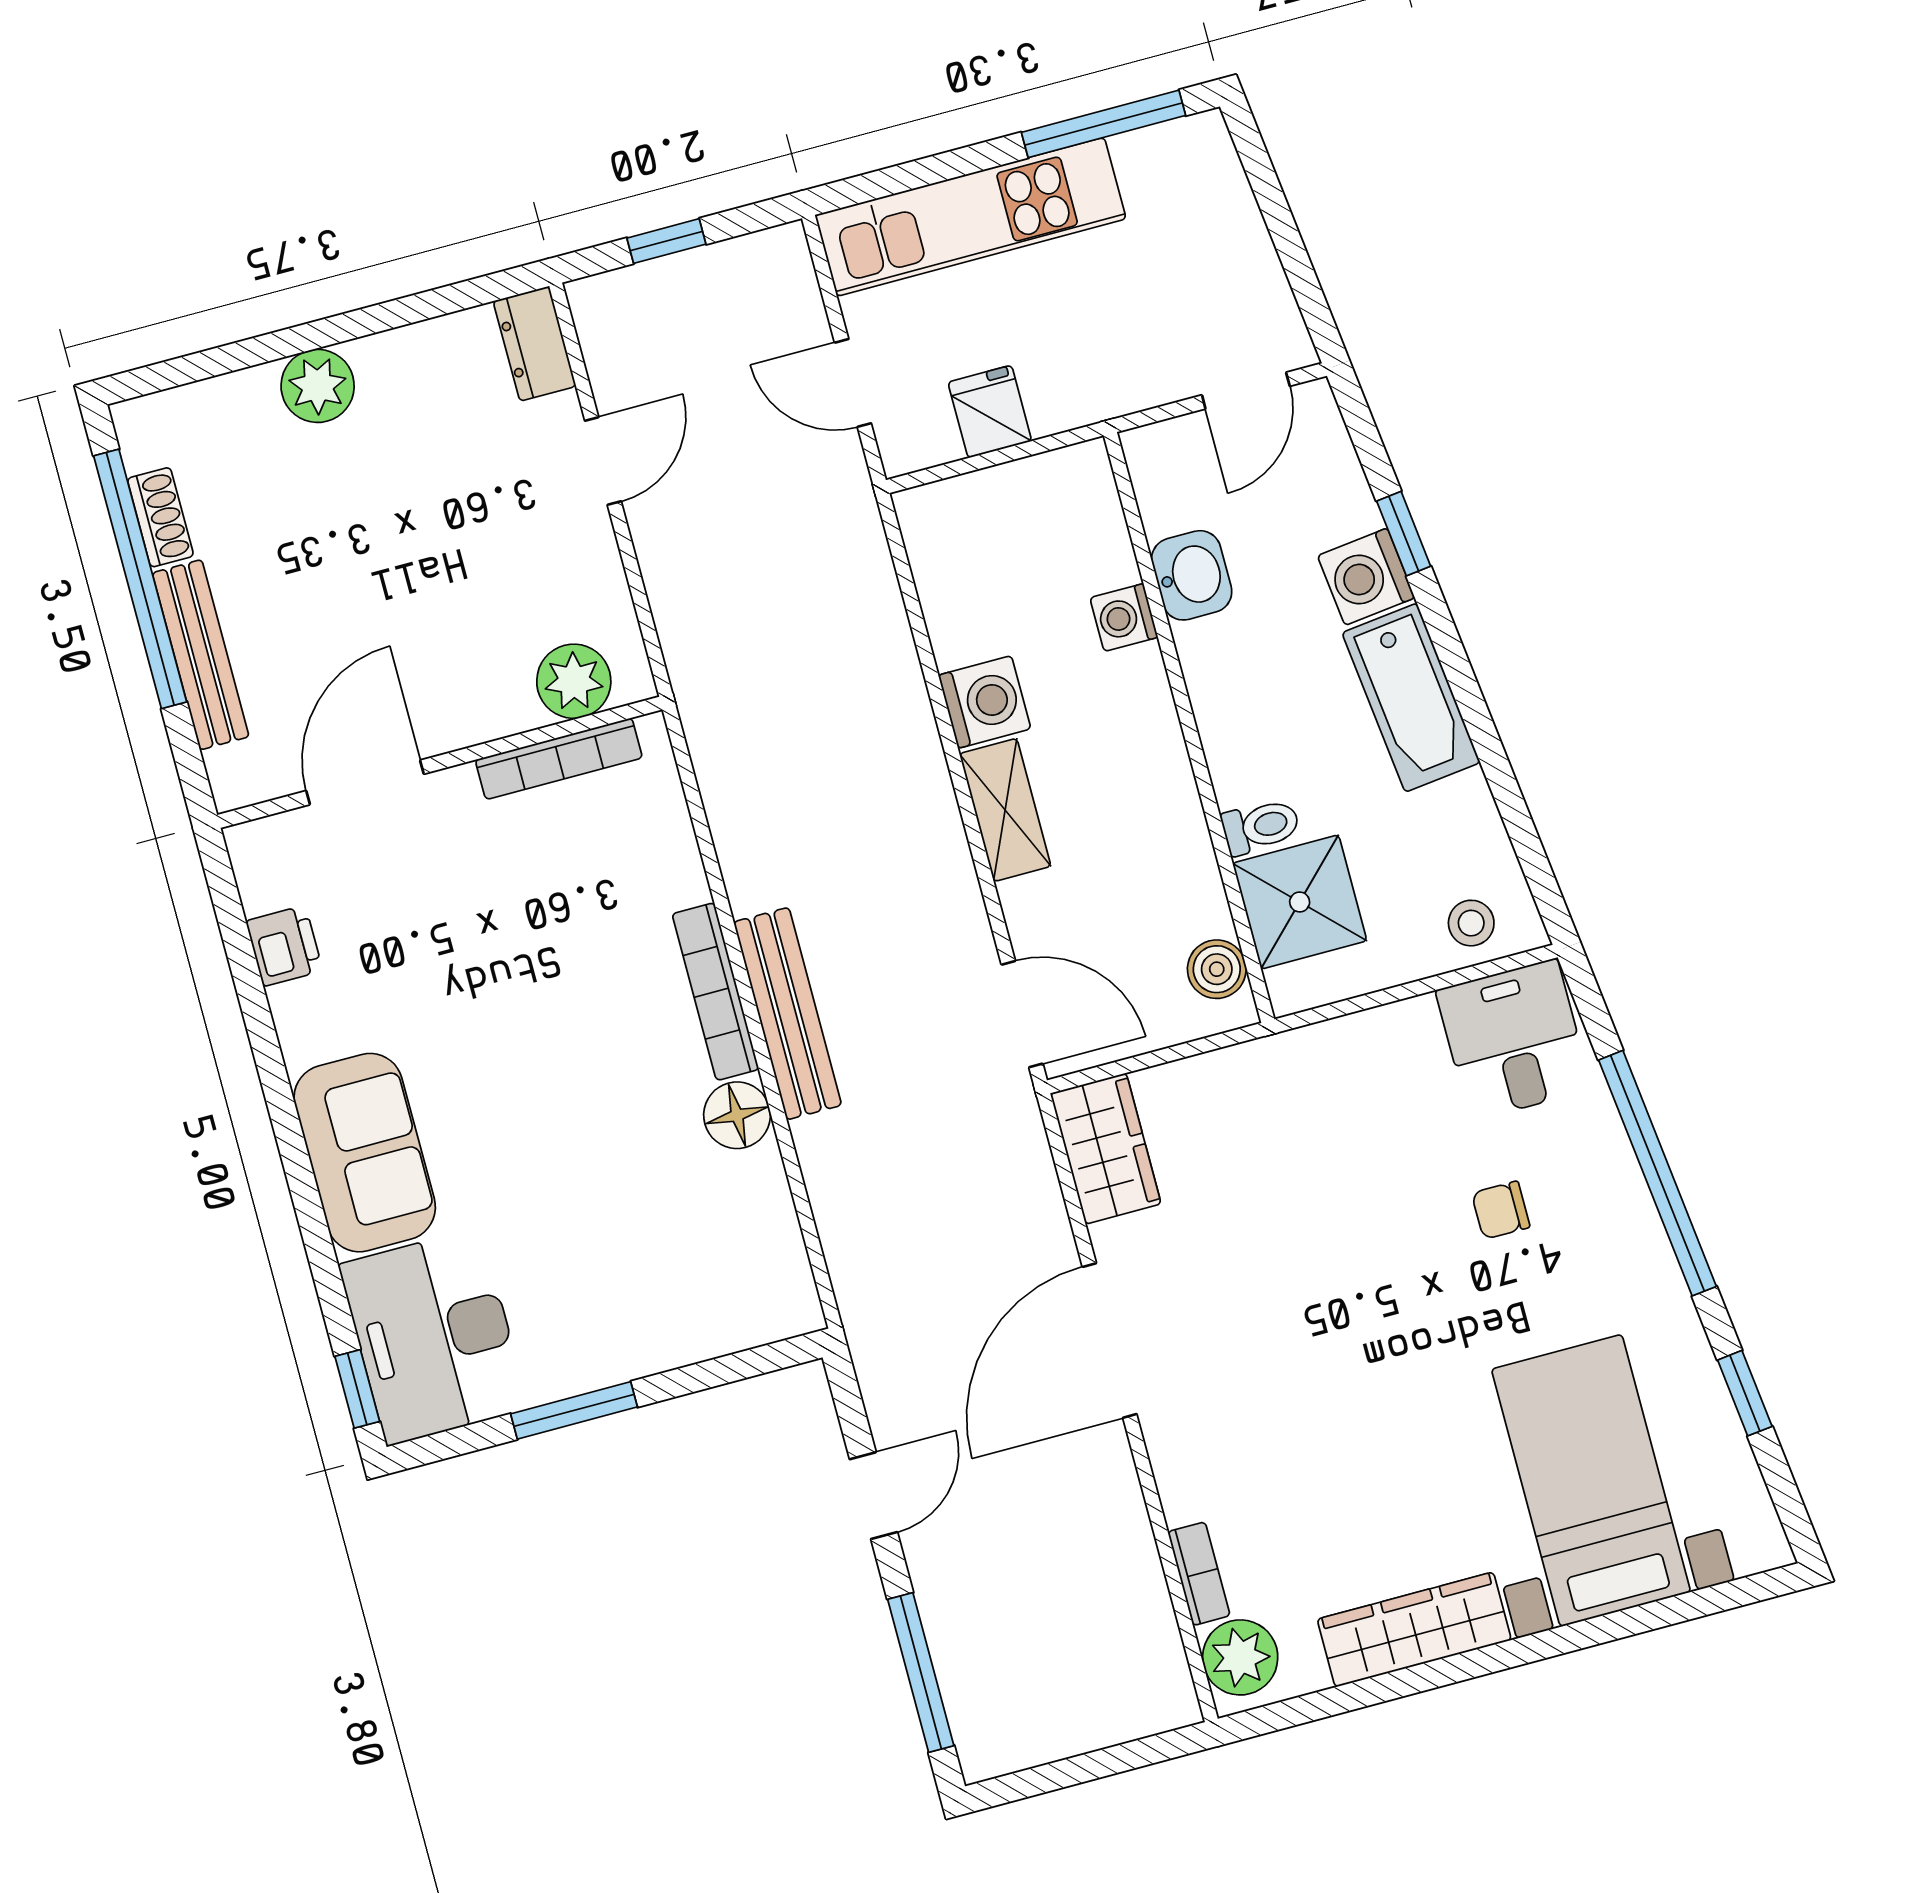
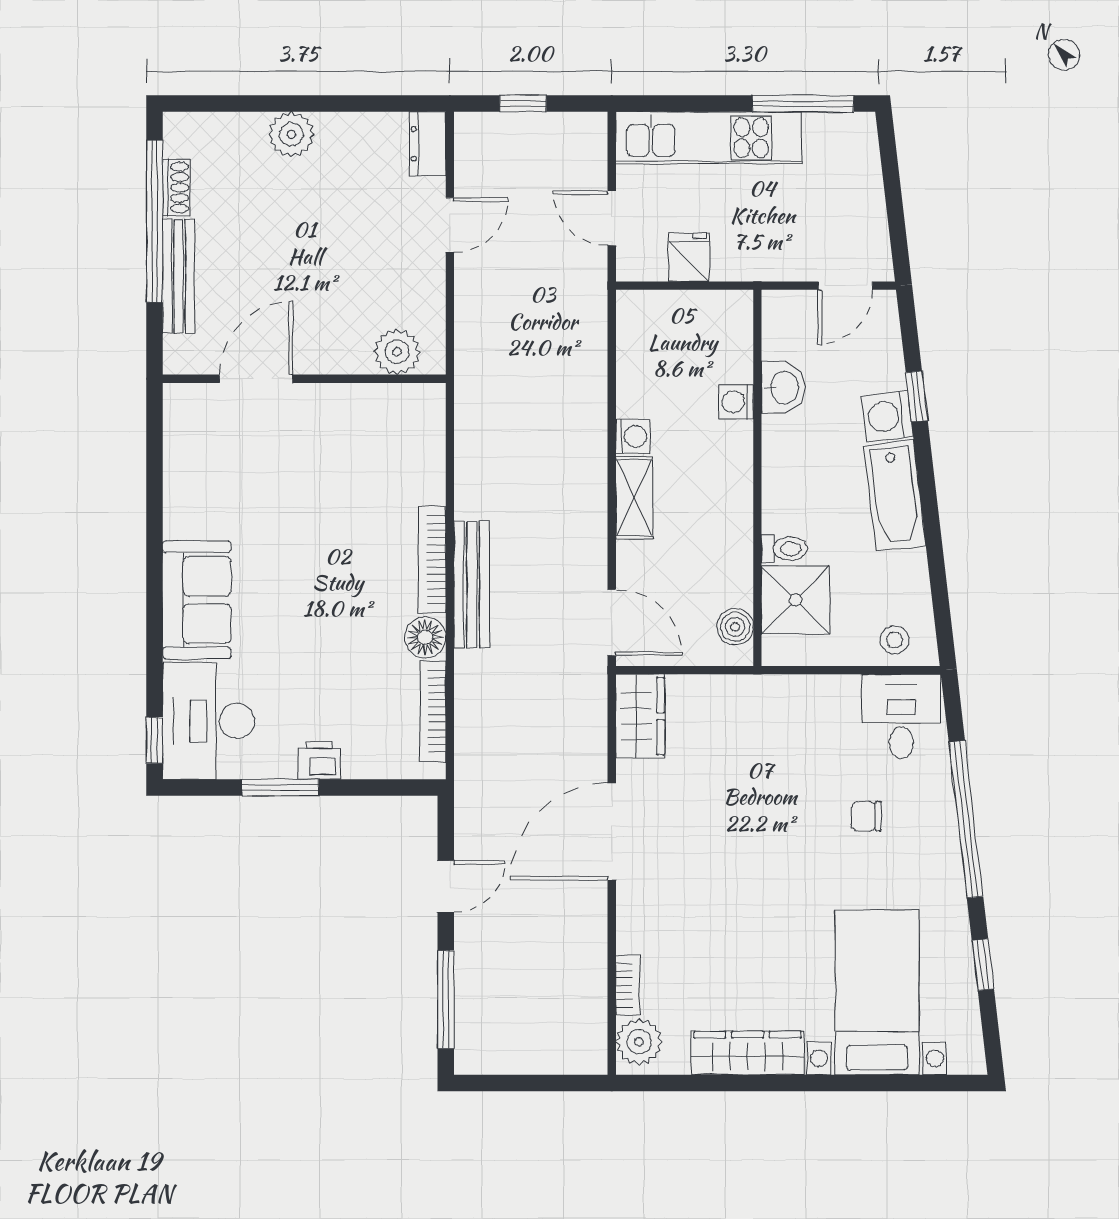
washing machine: (985, 702) -> (633, 436), width x0.73, depth x0.73
bookcase: (559, 759) -> (433, 711), moved, turned 90
printer: (284, 946) -> (319, 760), moved, turned -90

